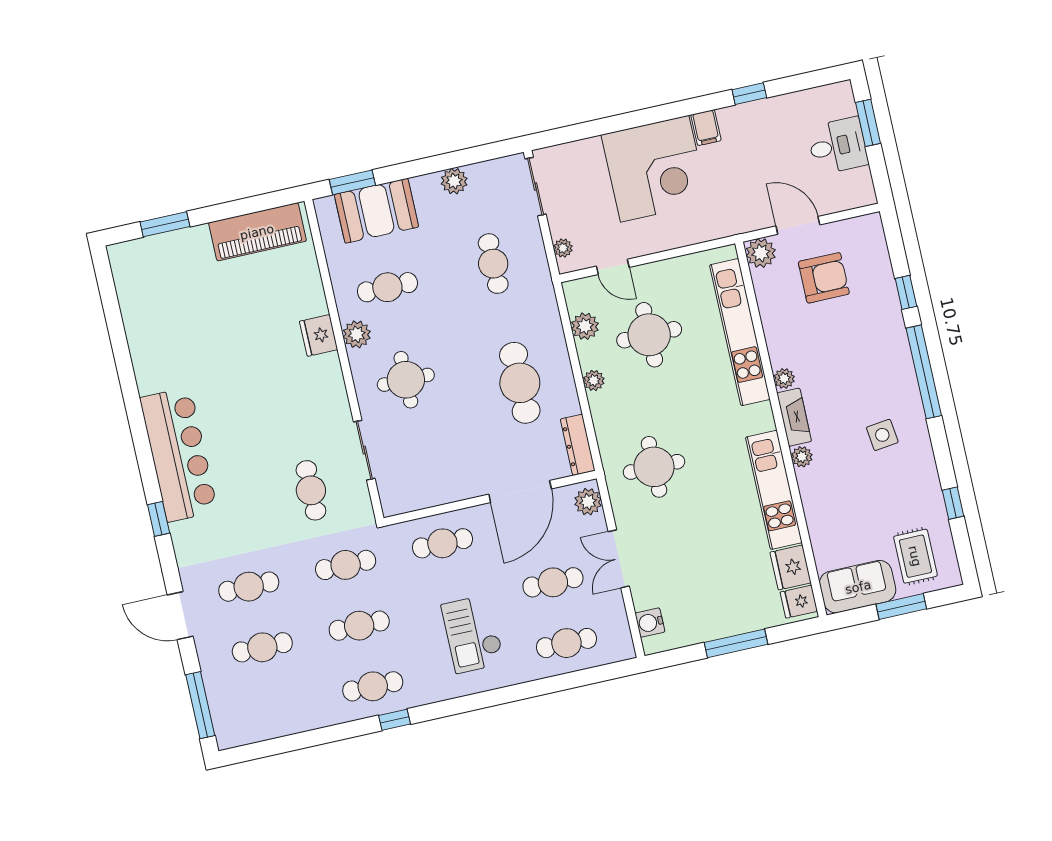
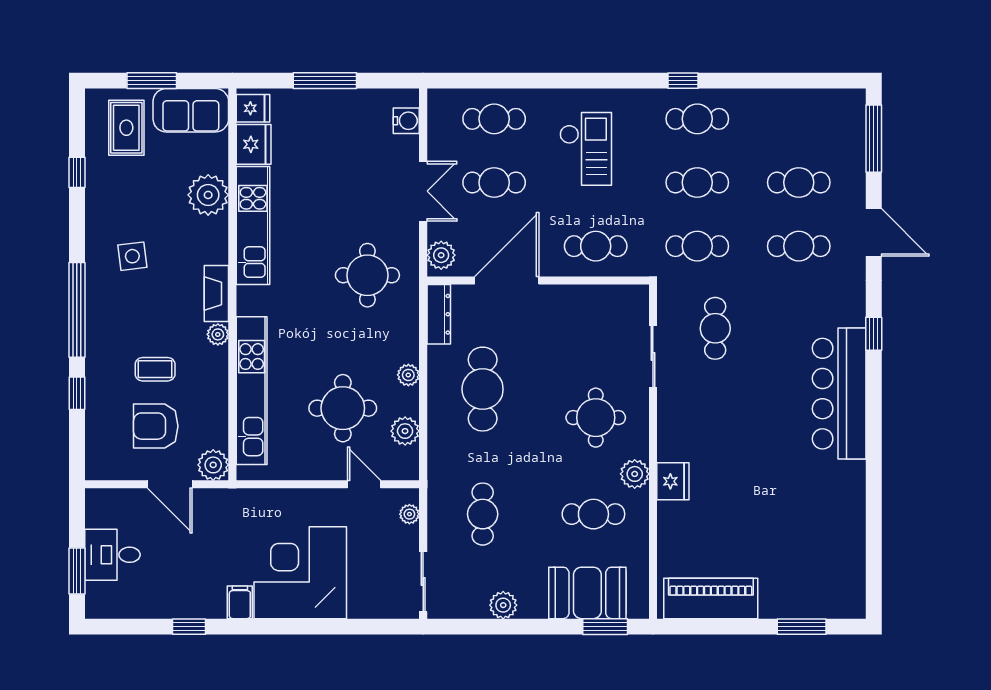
coffee table: (837, 332) -> (155, 369), added
plant: (802, 457) -> (208, 195), moved, width x1.88, depth x1.88

